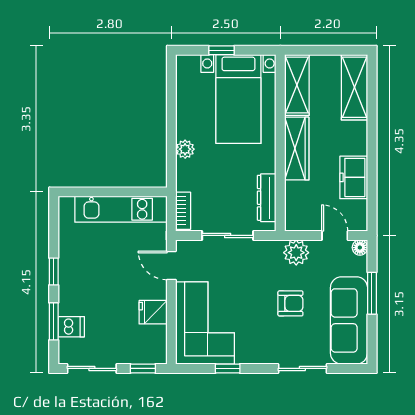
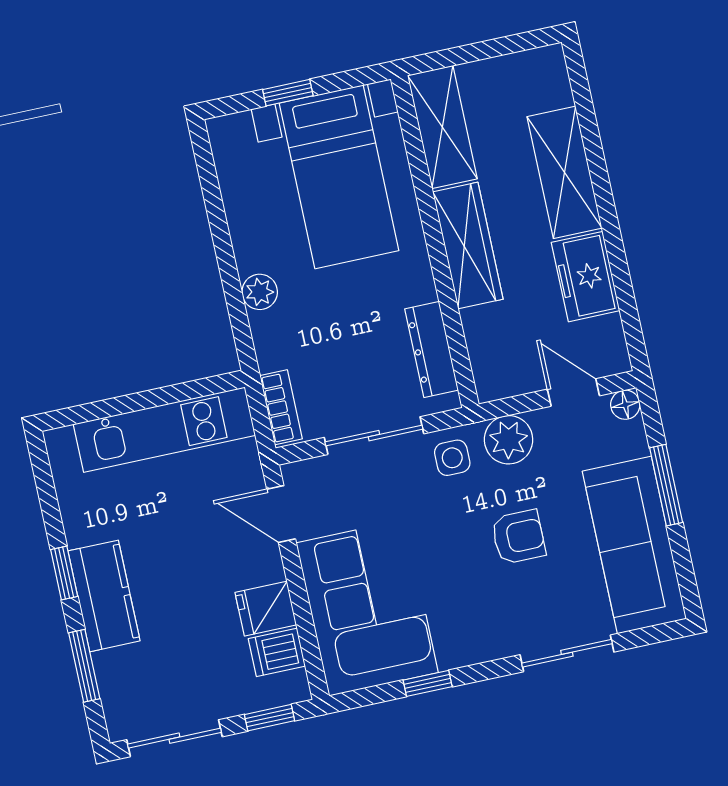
shelving: (354, 87) -> (564, 172), moved
side table: (265, 256) -> (452, 458), added
kitchen counter: (72, 288) -> (104, 596), added
dishwasher: (71, 327) -> (277, 652), moved, turned 180

